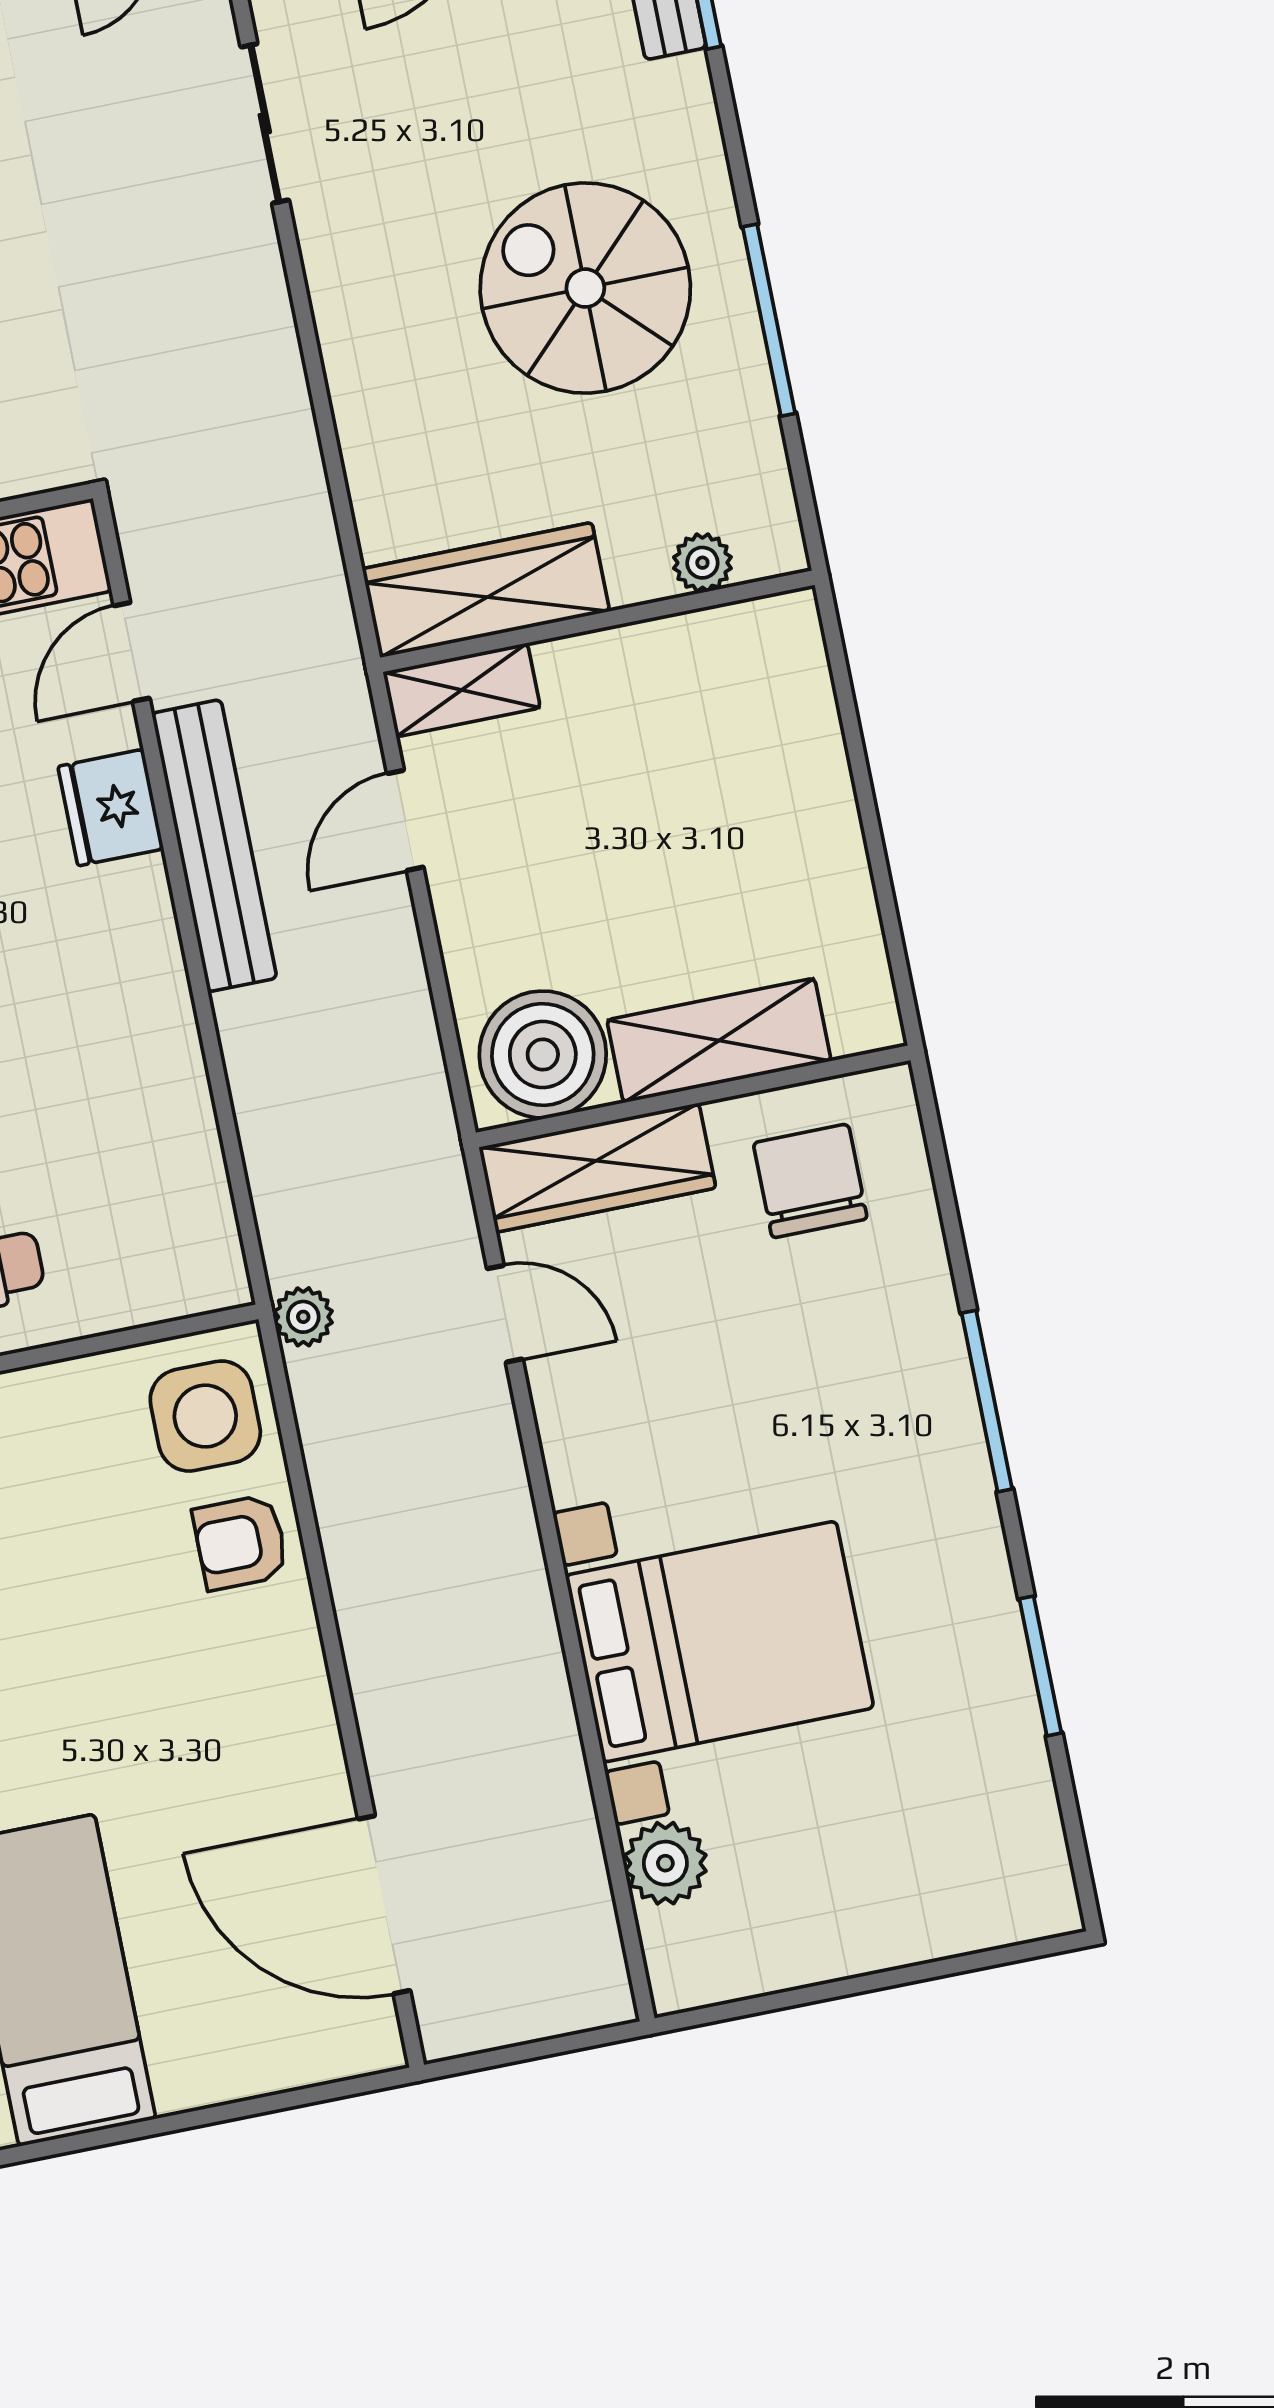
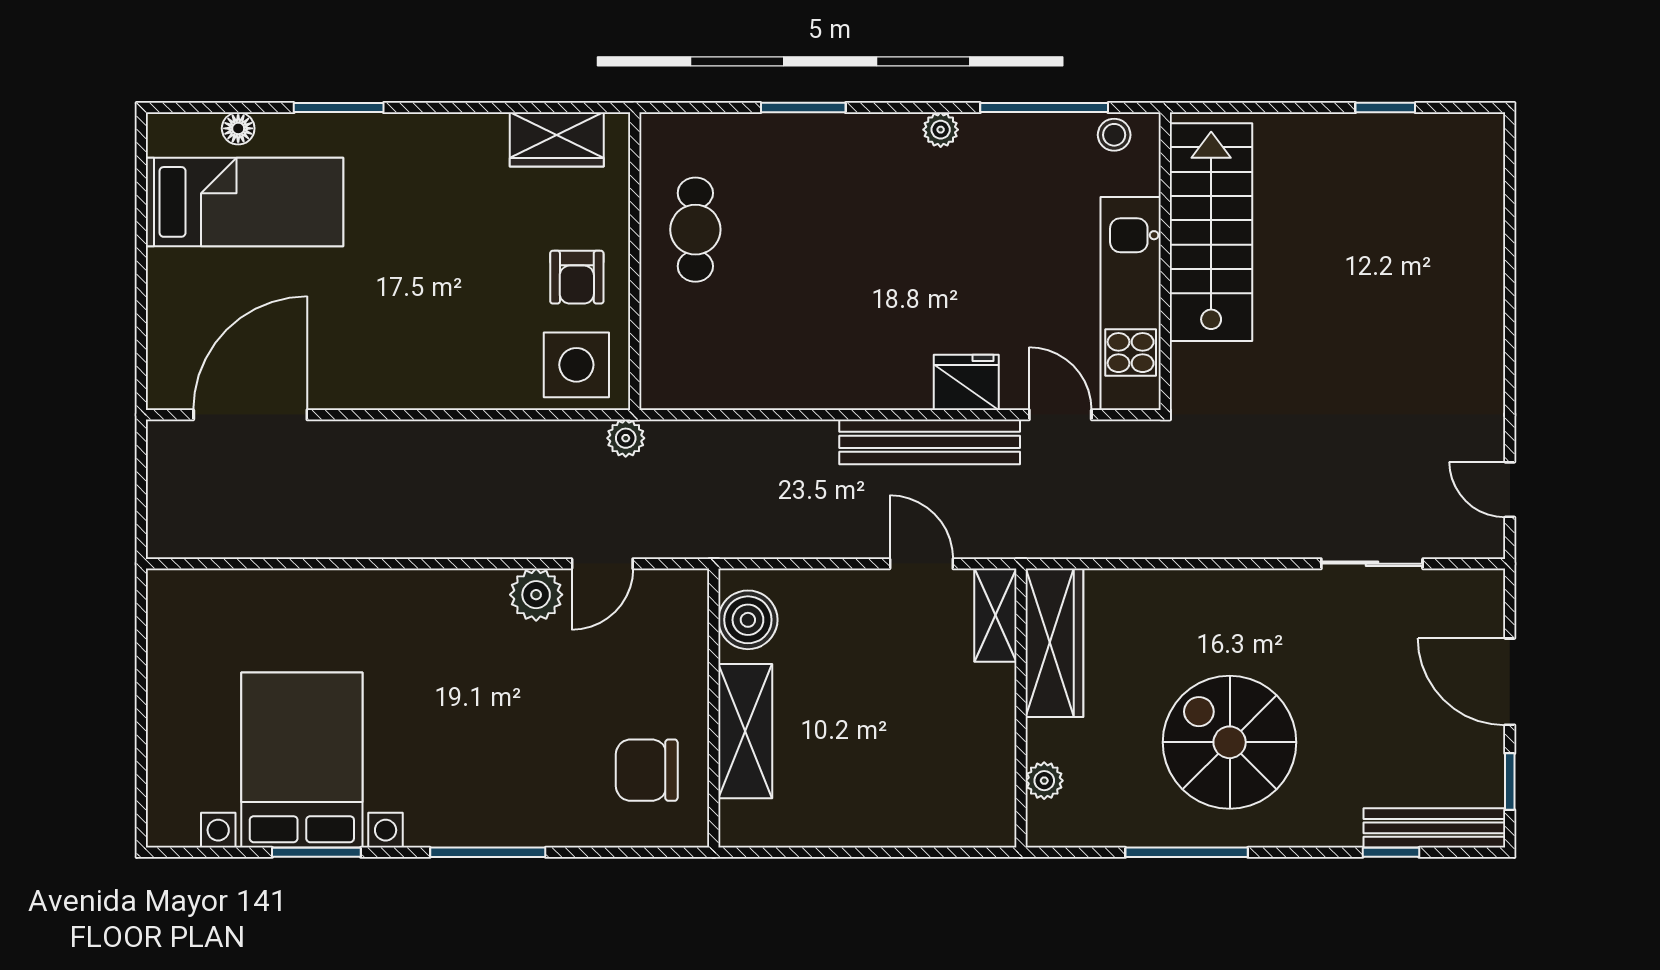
spiral stairs: (585, 288) -> (1230, 742), turned -90
boiler: (543, 1054) -> (748, 620), width x0.73, depth x0.73
wardrobe: (597, 1168) -> (682, 640), removed
chair: (810, 1181) -> (647, 770), turned 180
armchair: (241, 1542) -> (577, 277), moved, turned 180
bed with nightstands: (720, 1642) -> (302, 760), moved, turned 180
plant: (665, 1863) -> (536, 595), moved

